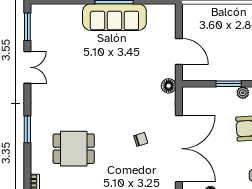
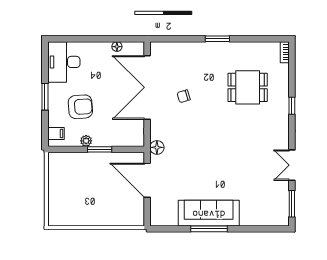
door: (179, 51) -> (147, 180), width x1.36
window: (27, 129) -> (292, 106), width x0.67

